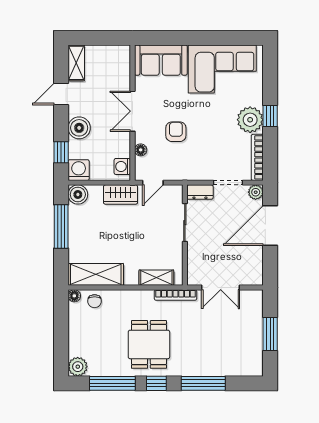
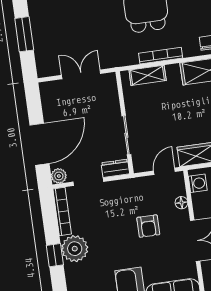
bookcase: (176, 295) -> (161, 56), moved

